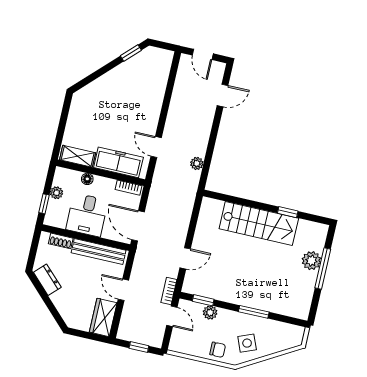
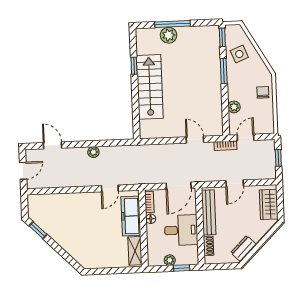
plant: (197, 163) -> (93, 152), moved
floor lamp: (87, 179) -> (151, 219), moved
window: (203, 300) -> (222, 37), moved
wardrobe: (103, 317) -> (269, 204), moved, turned 90
side table: (247, 343) -> (239, 54), moved

